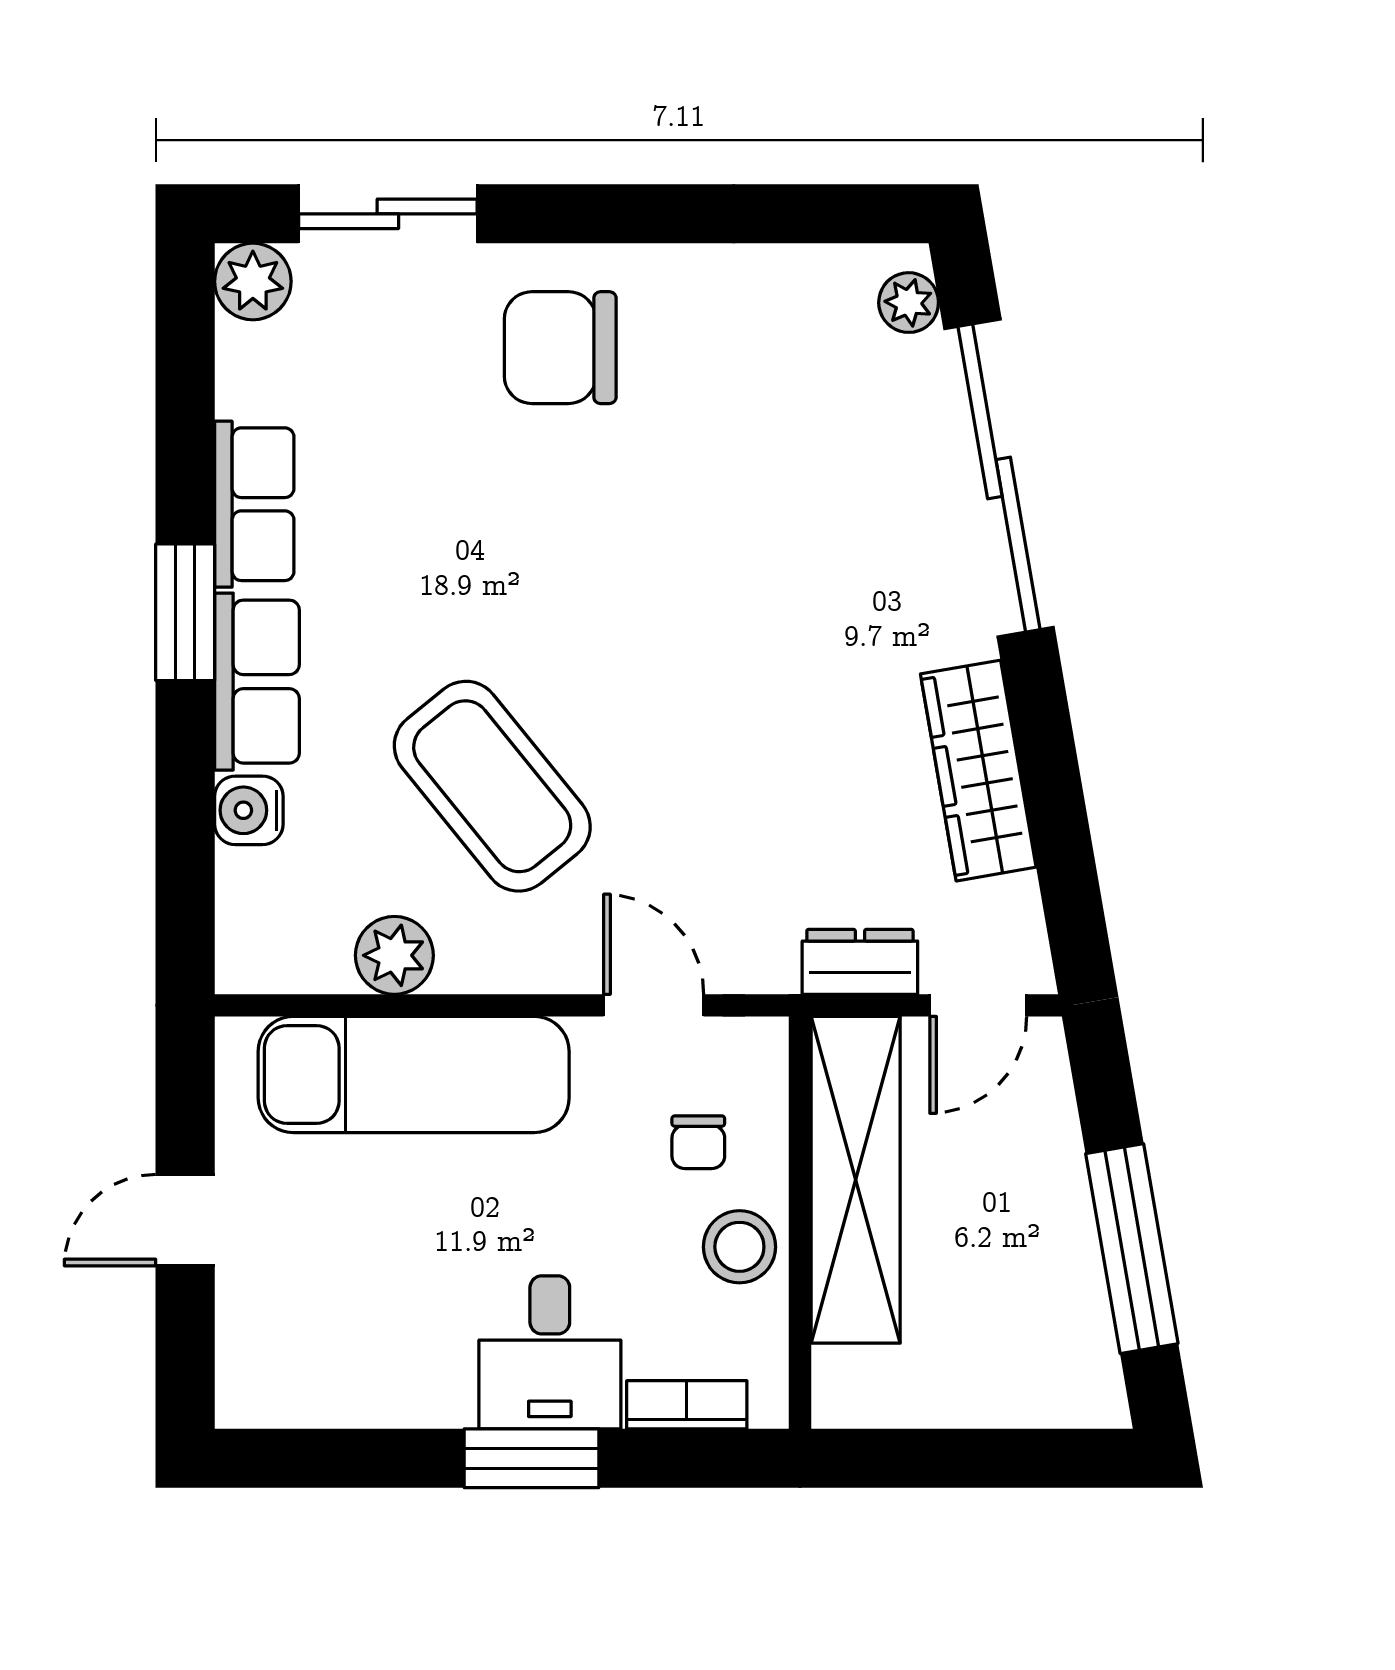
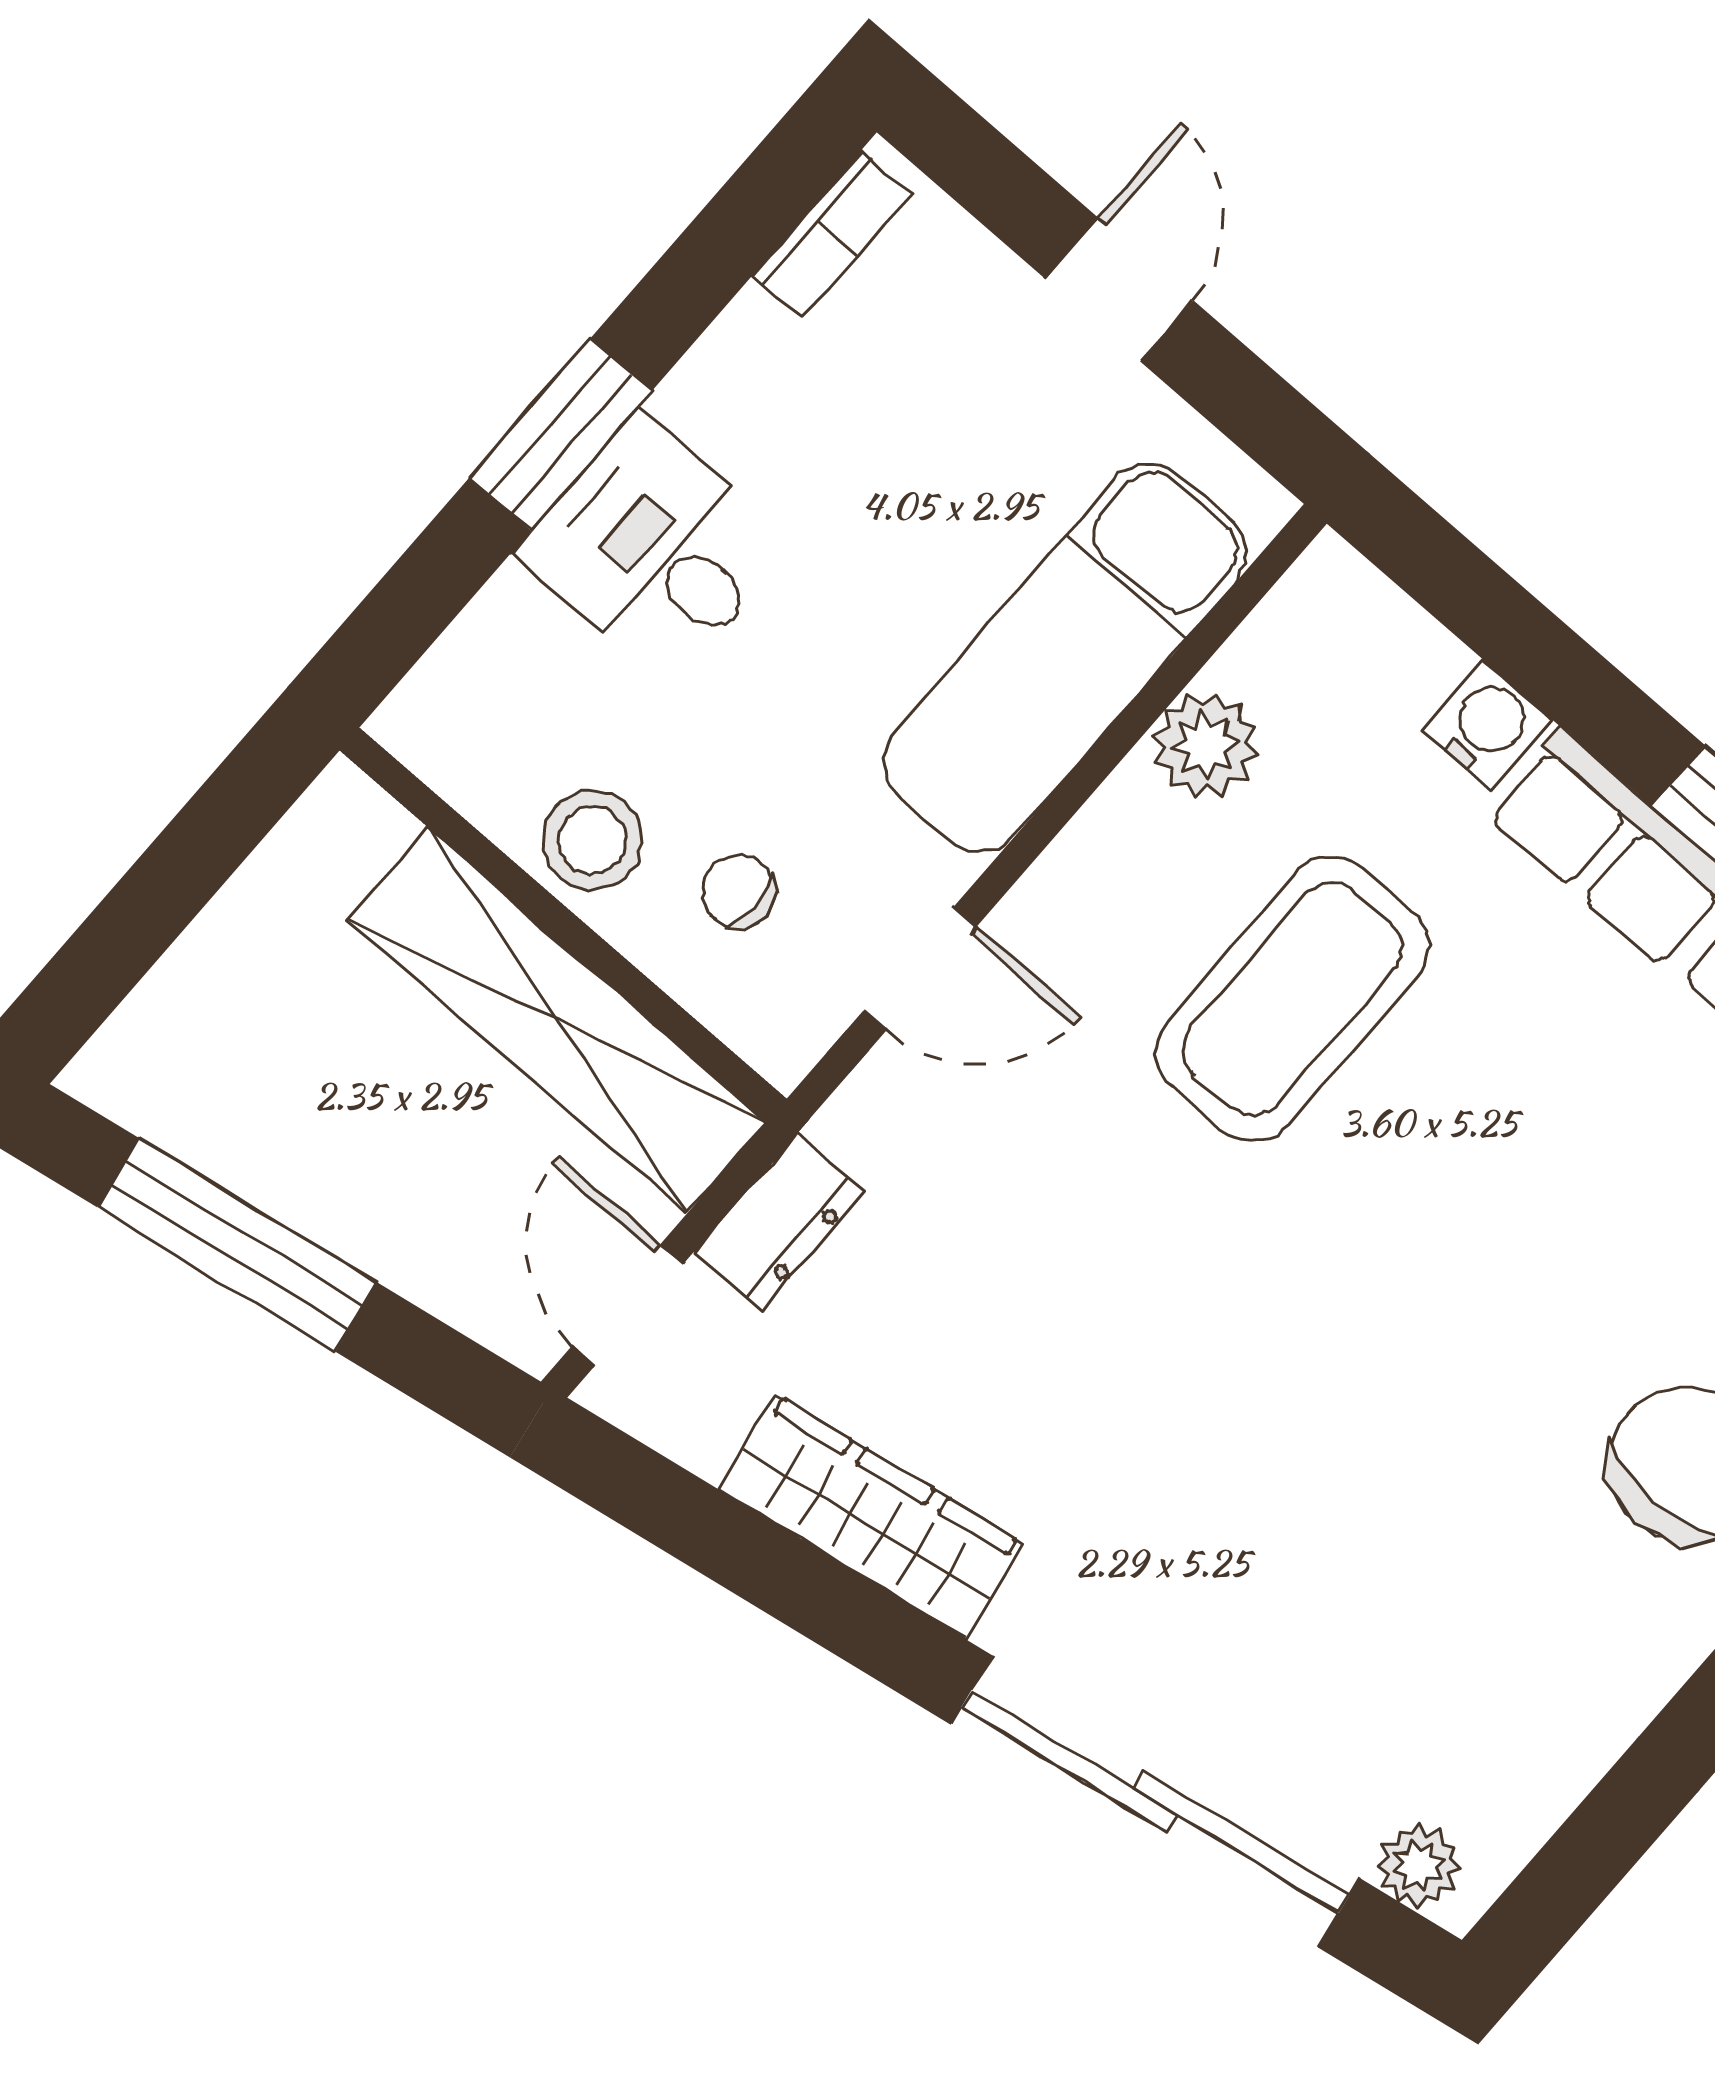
coffee table: (492, 786) -> (1292, 999), turned -51
bookcase: (687, 1405) -> (832, 235), moved

